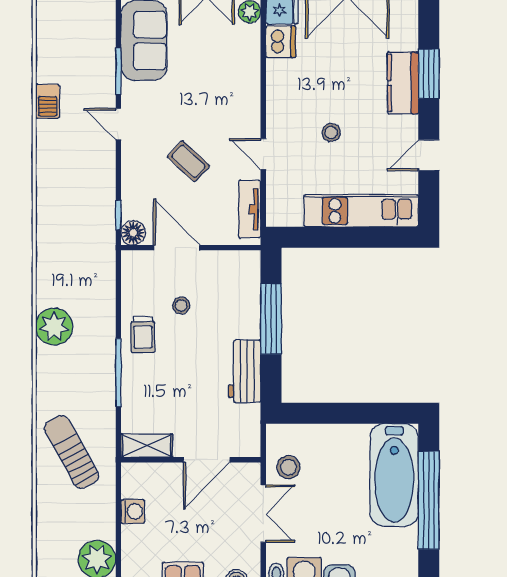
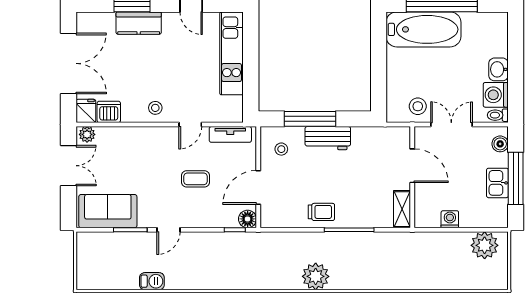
stool: (331, 132) -> (155, 108), moved
coffee table: (188, 161) -> (196, 179), turned 47
stool: (181, 306) -> (281, 149), moved
workbench: (245, 371) -> (328, 138), moved
sun lounger: (71, 452) -> (407, 264), removed

